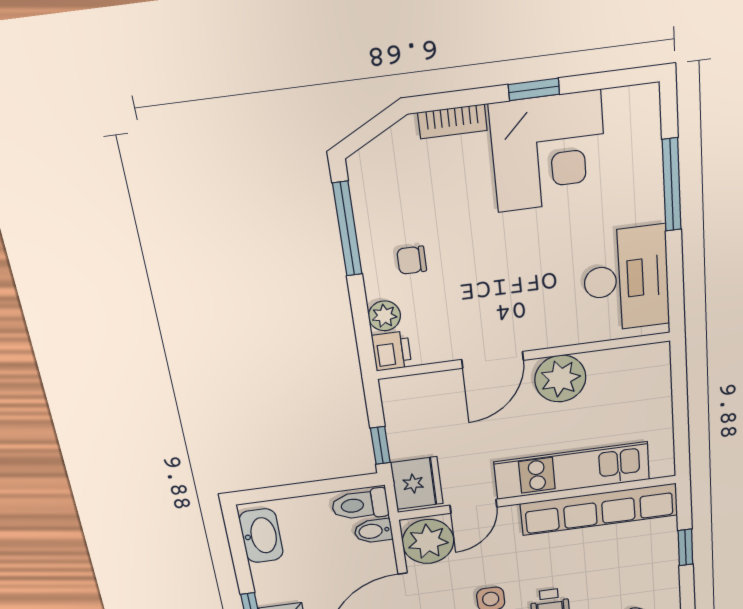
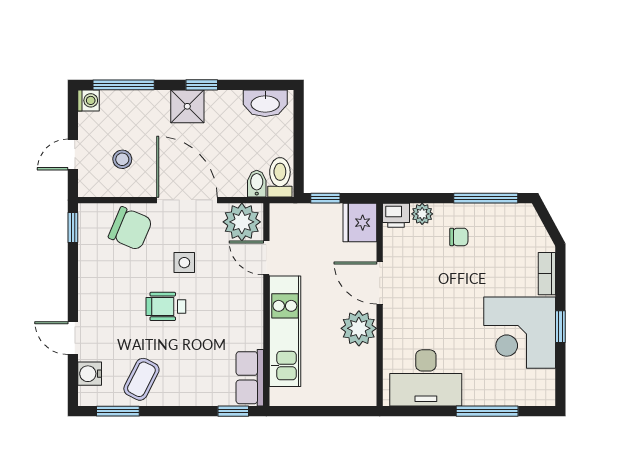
chair: (412, 260) -> (459, 237), turned 90
fridge: (417, 483) -> (360, 223), moved, turned 90
row of seats: (599, 509) -> (250, 378), width x0.50
window: (685, 547) -> (233, 411), moved

